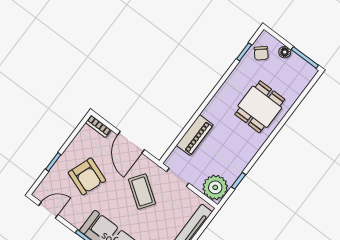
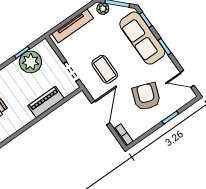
plant: (215, 187) -> (30, 62), moved
coffee table: (142, 191) -> (105, 69), turned -35

